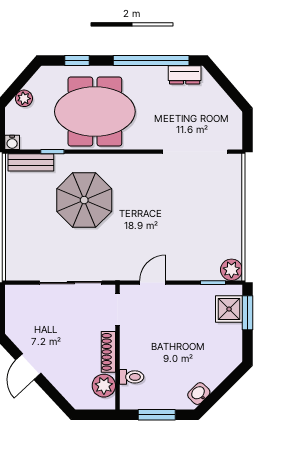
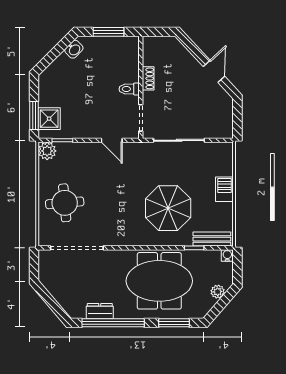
window: (77, 61) -> (174, 323), width x1.50
dresser: (185, 75) -> (100, 311), moved
round table: (210, 207) -> (65, 203), added
barbecue: (16, 223) -> (224, 189), added
door: (153, 283) -> (112, 140), hinge flipped
shoe rack: (108, 352) -> (148, 78), width x0.70
toilet: (132, 377) -> (129, 89), moved
plant: (104, 386) -> (152, 56), removed

